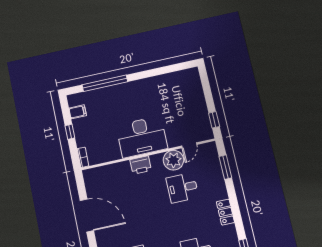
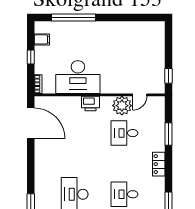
desk: (142, 137) -> (78, 77), moved
window: (225, 167) -> (168, 134), moved
door: (87, 215) -> (31, 123), moved

